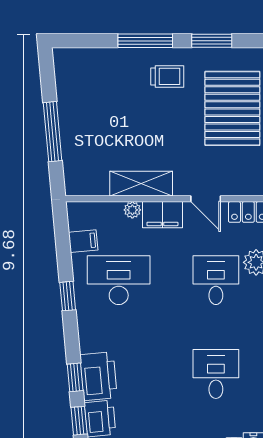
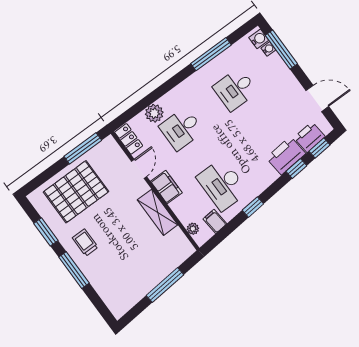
plant: (132, 210) -> (193, 229), moved

